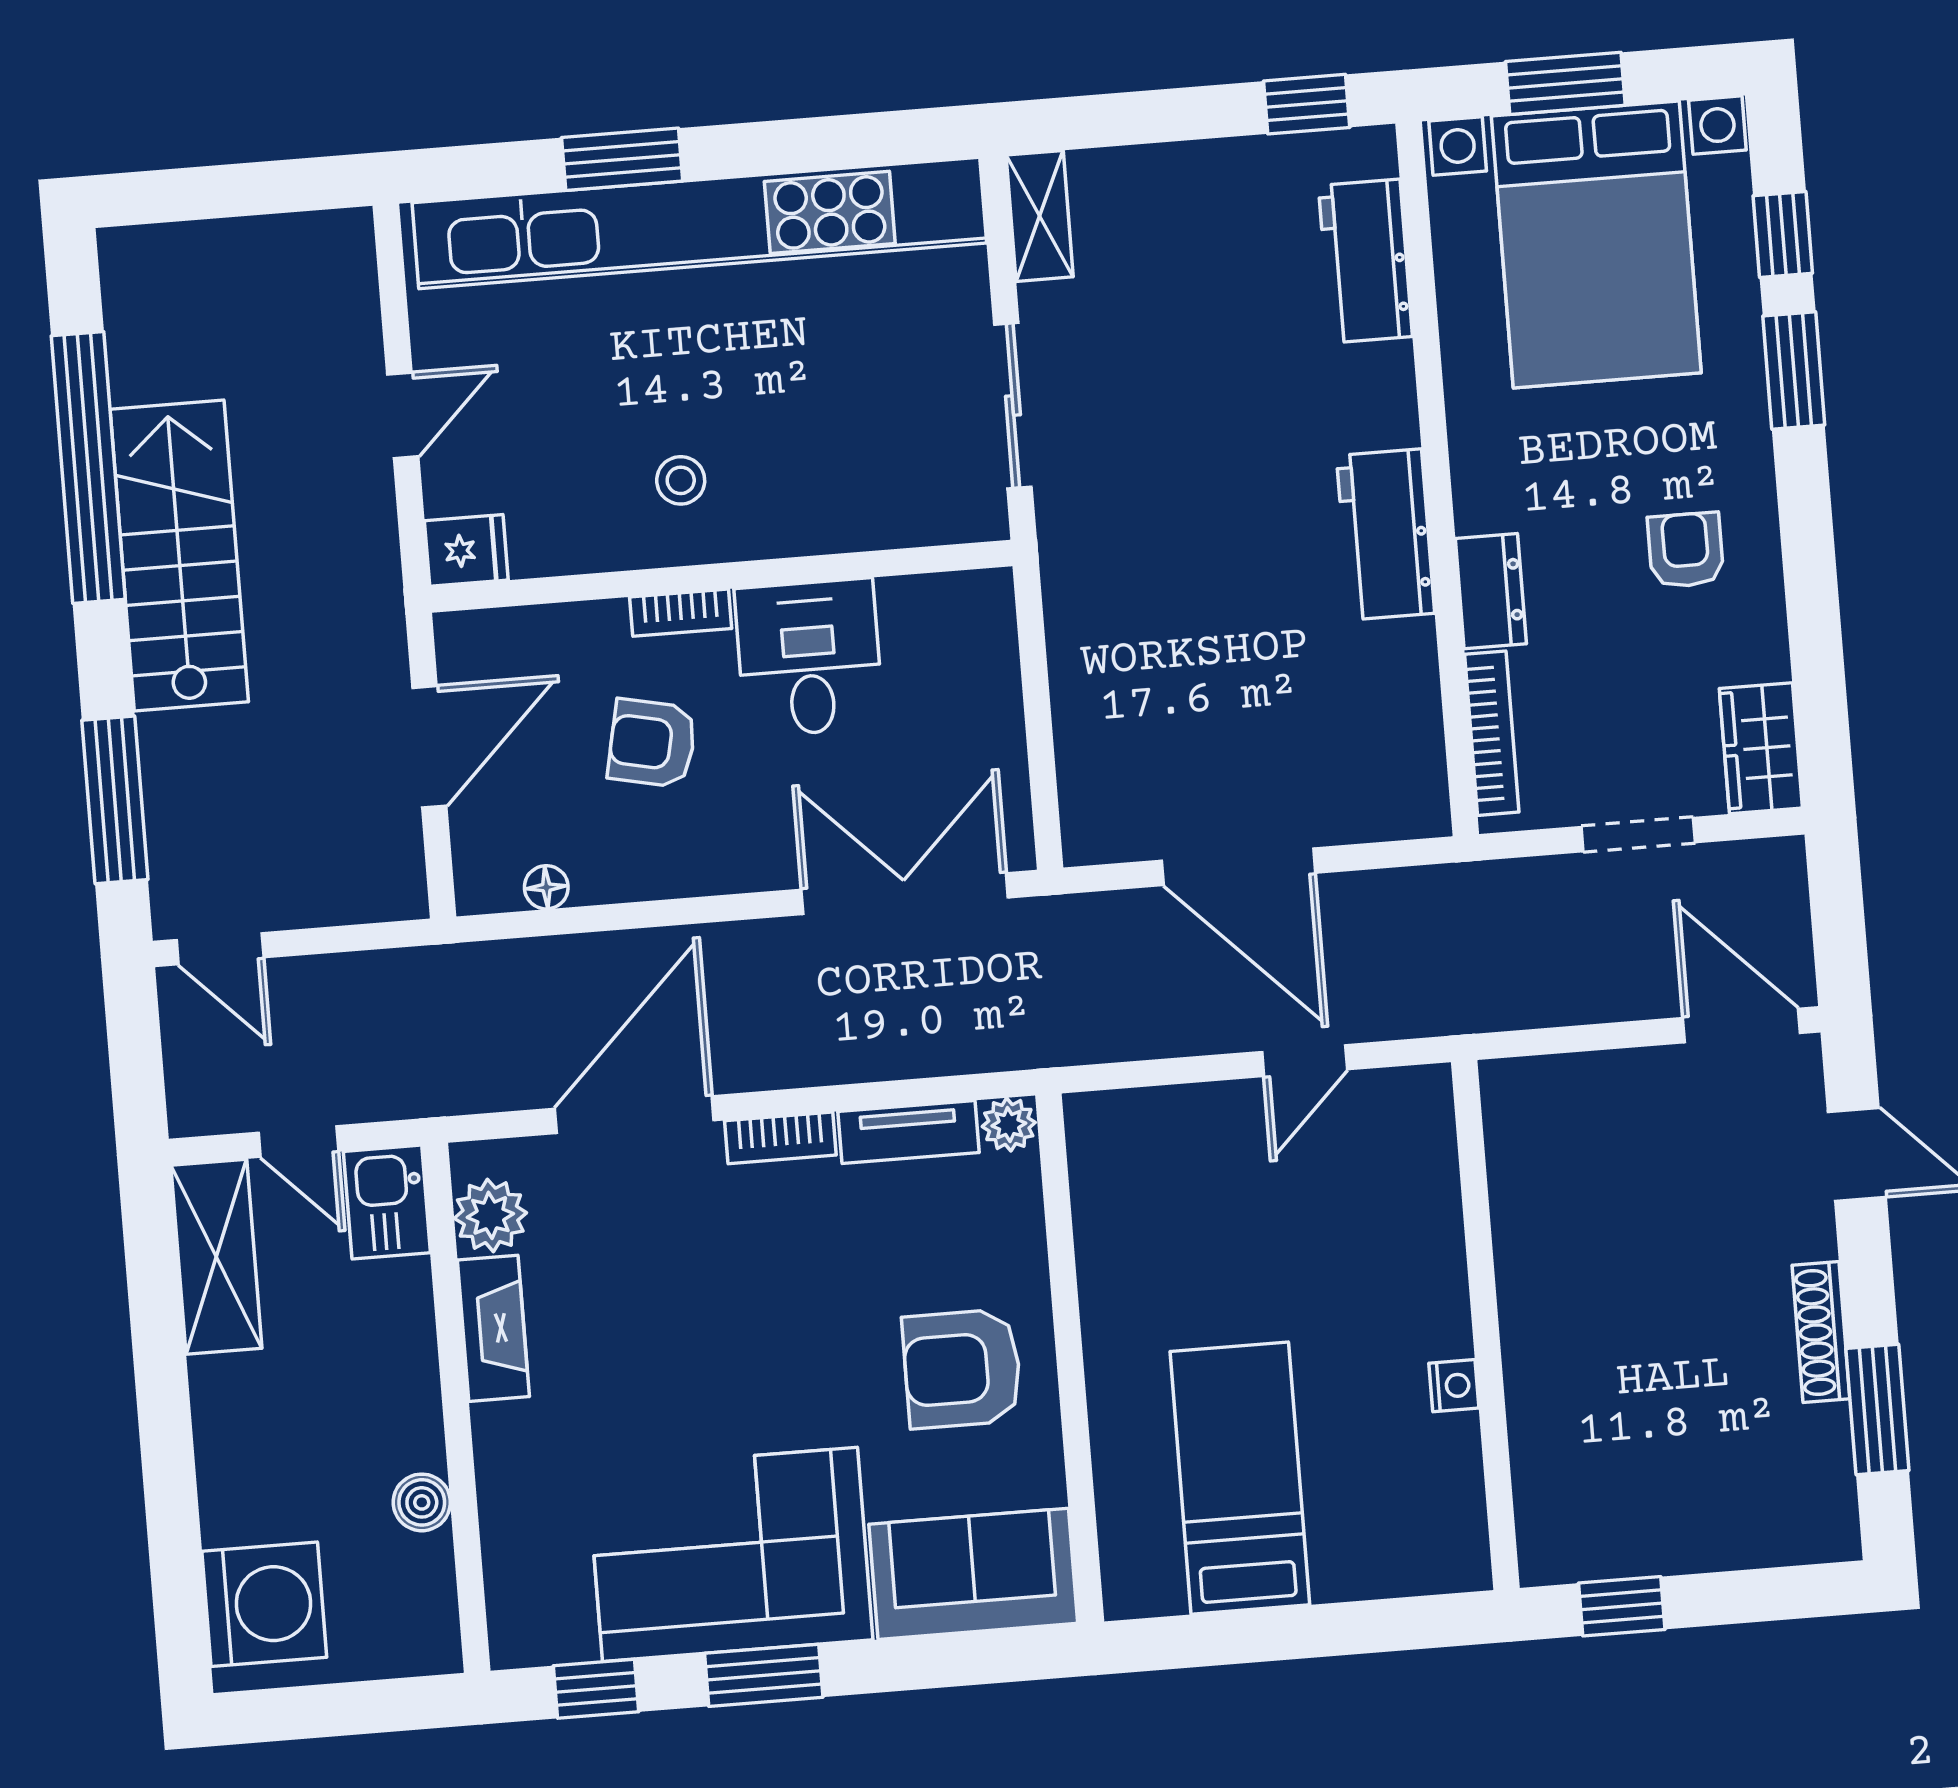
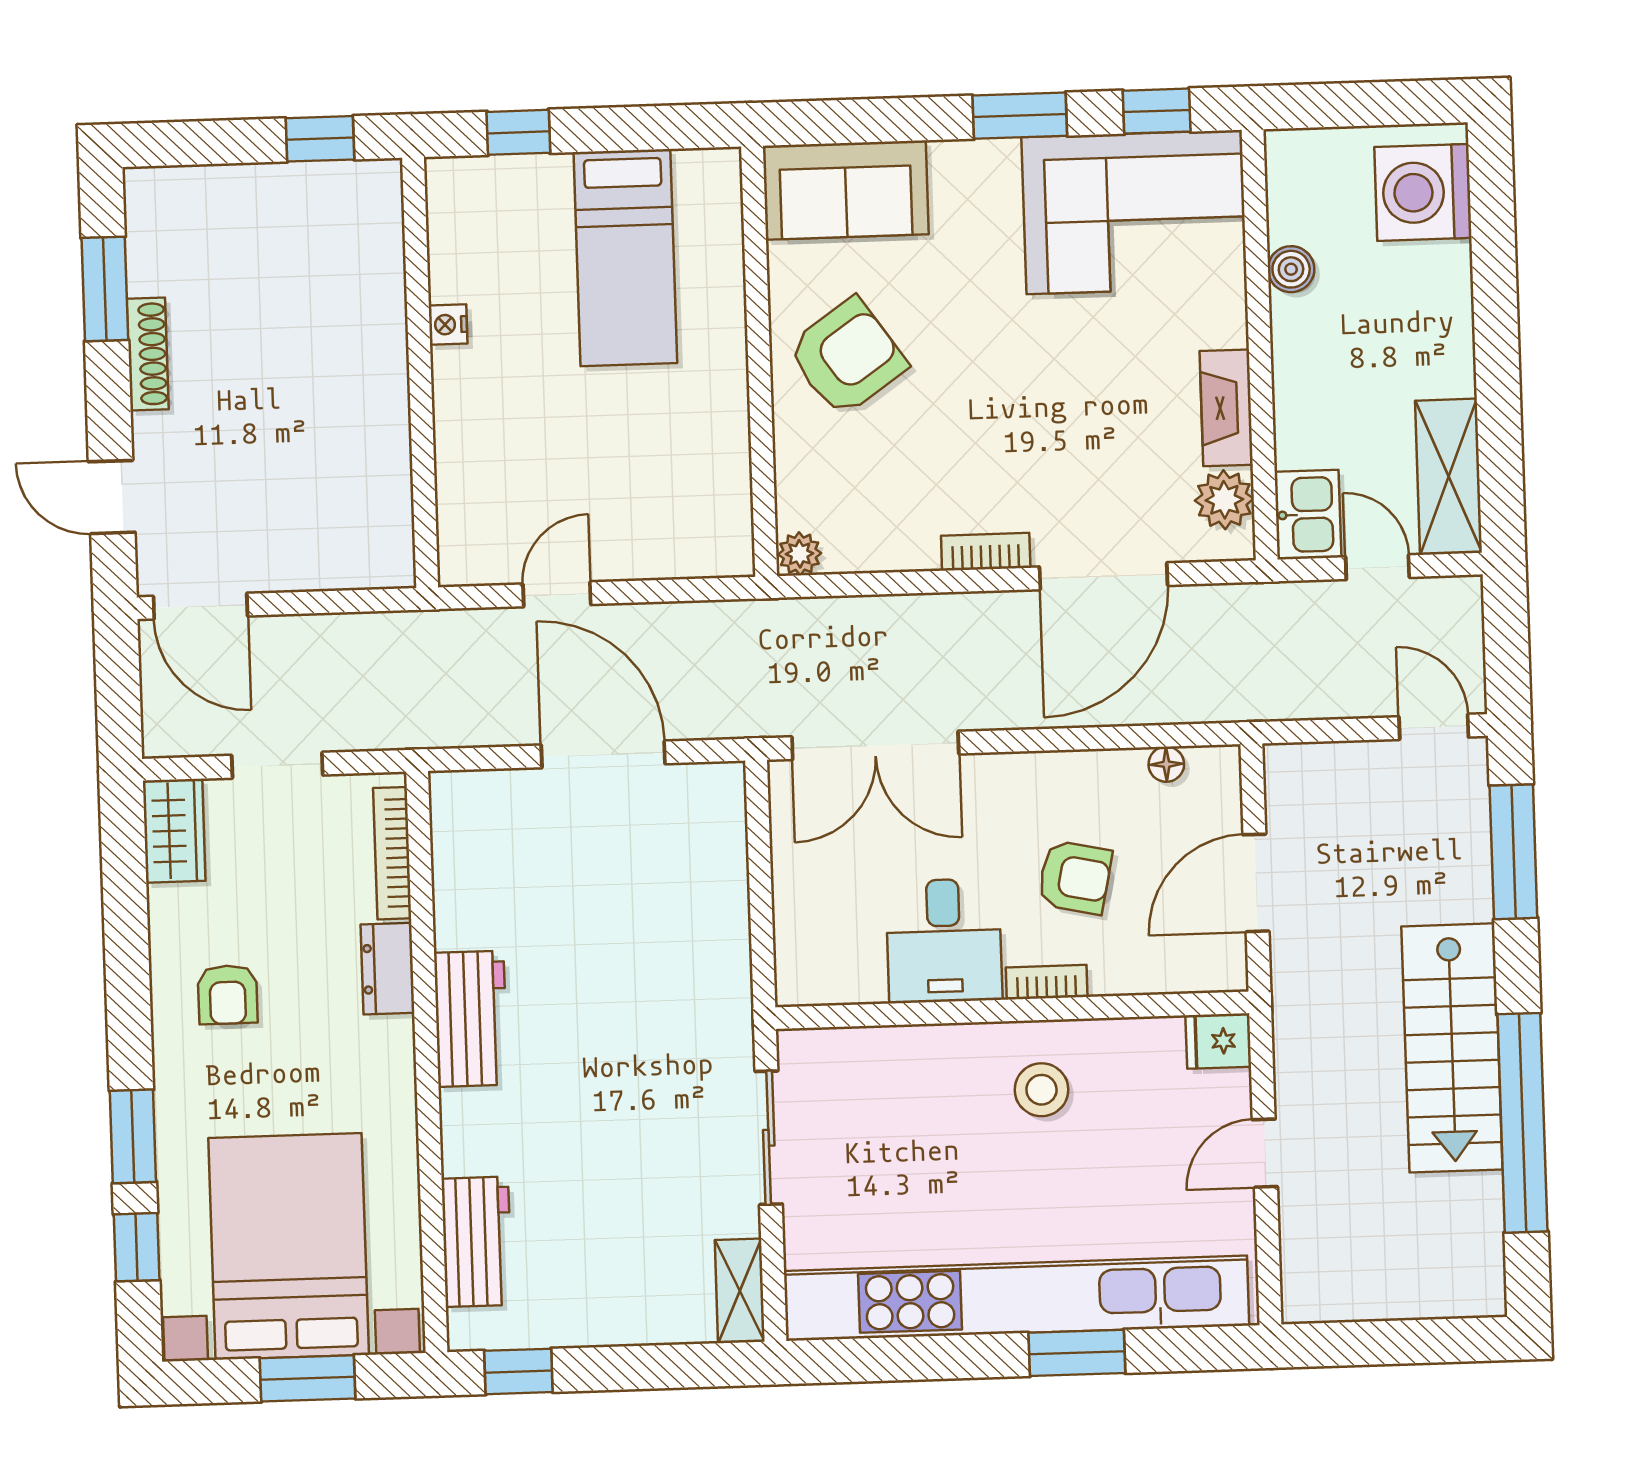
stool: (681, 480) -> (1041, 1090), width x1.37, depth x1.37
tv unit: (908, 1132) -> (881, 551), removed
armchair: (962, 1369) -> (847, 357), turned -35
corner sofa: (730, 1554) -> (1134, 212), moved
window: (1379, 1626) -> (518, 132), added

